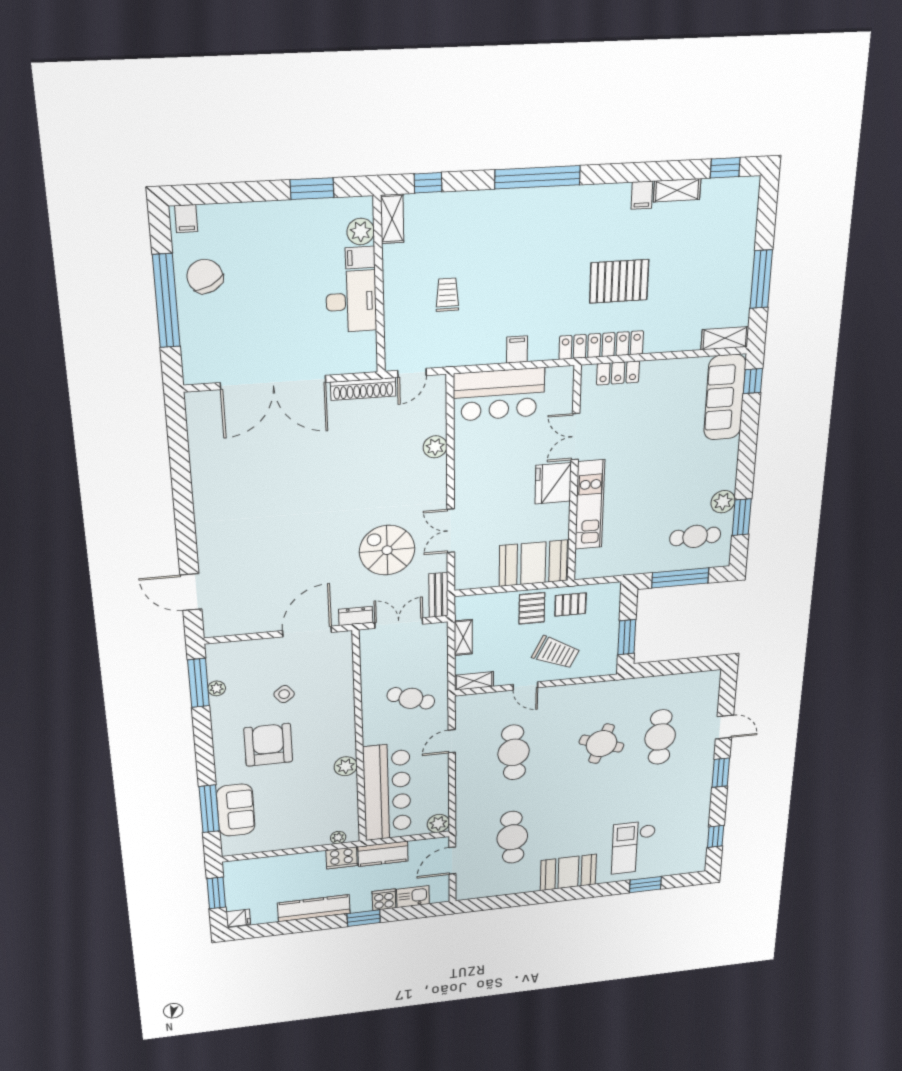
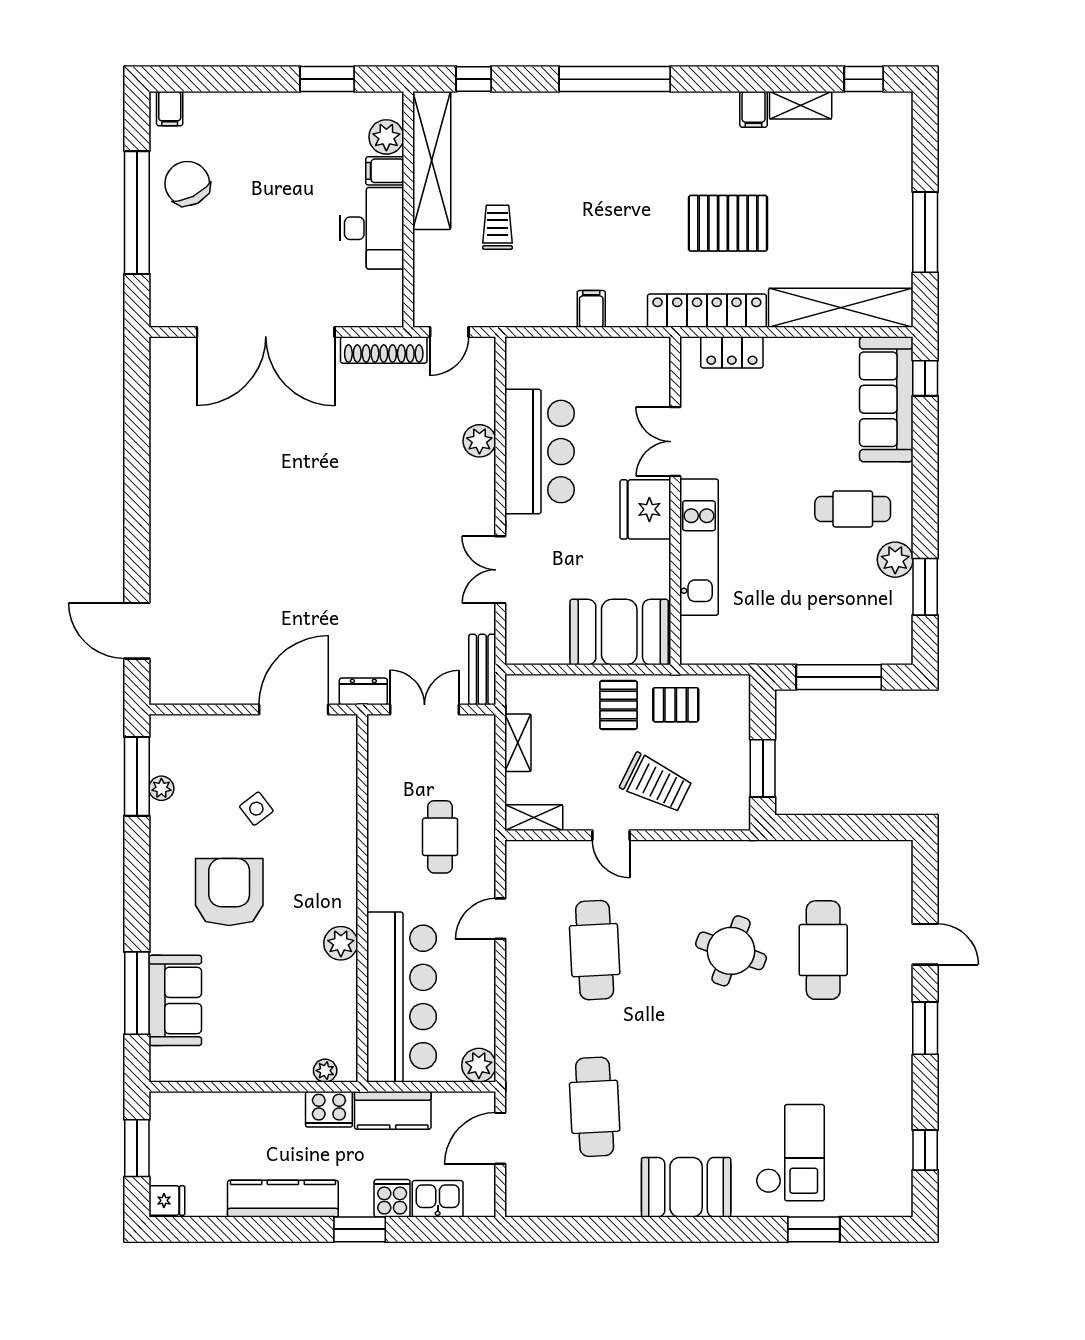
shelving: (392, 219) -> (432, 160), width x2.20, depth x1.33
shelving: (725, 338) -> (841, 308), width x2.20, depth x1.33
bar counter: (499, 394) -> (540, 452), moved, turned -90
cafe table: (695, 536) -> (853, 509), moved
spiral stairs: (387, 550) -> (410, 592), removed
cafe table: (411, 698) -> (440, 837), turned 69
checkout: (633, 847) -> (790, 1153), turned 180

